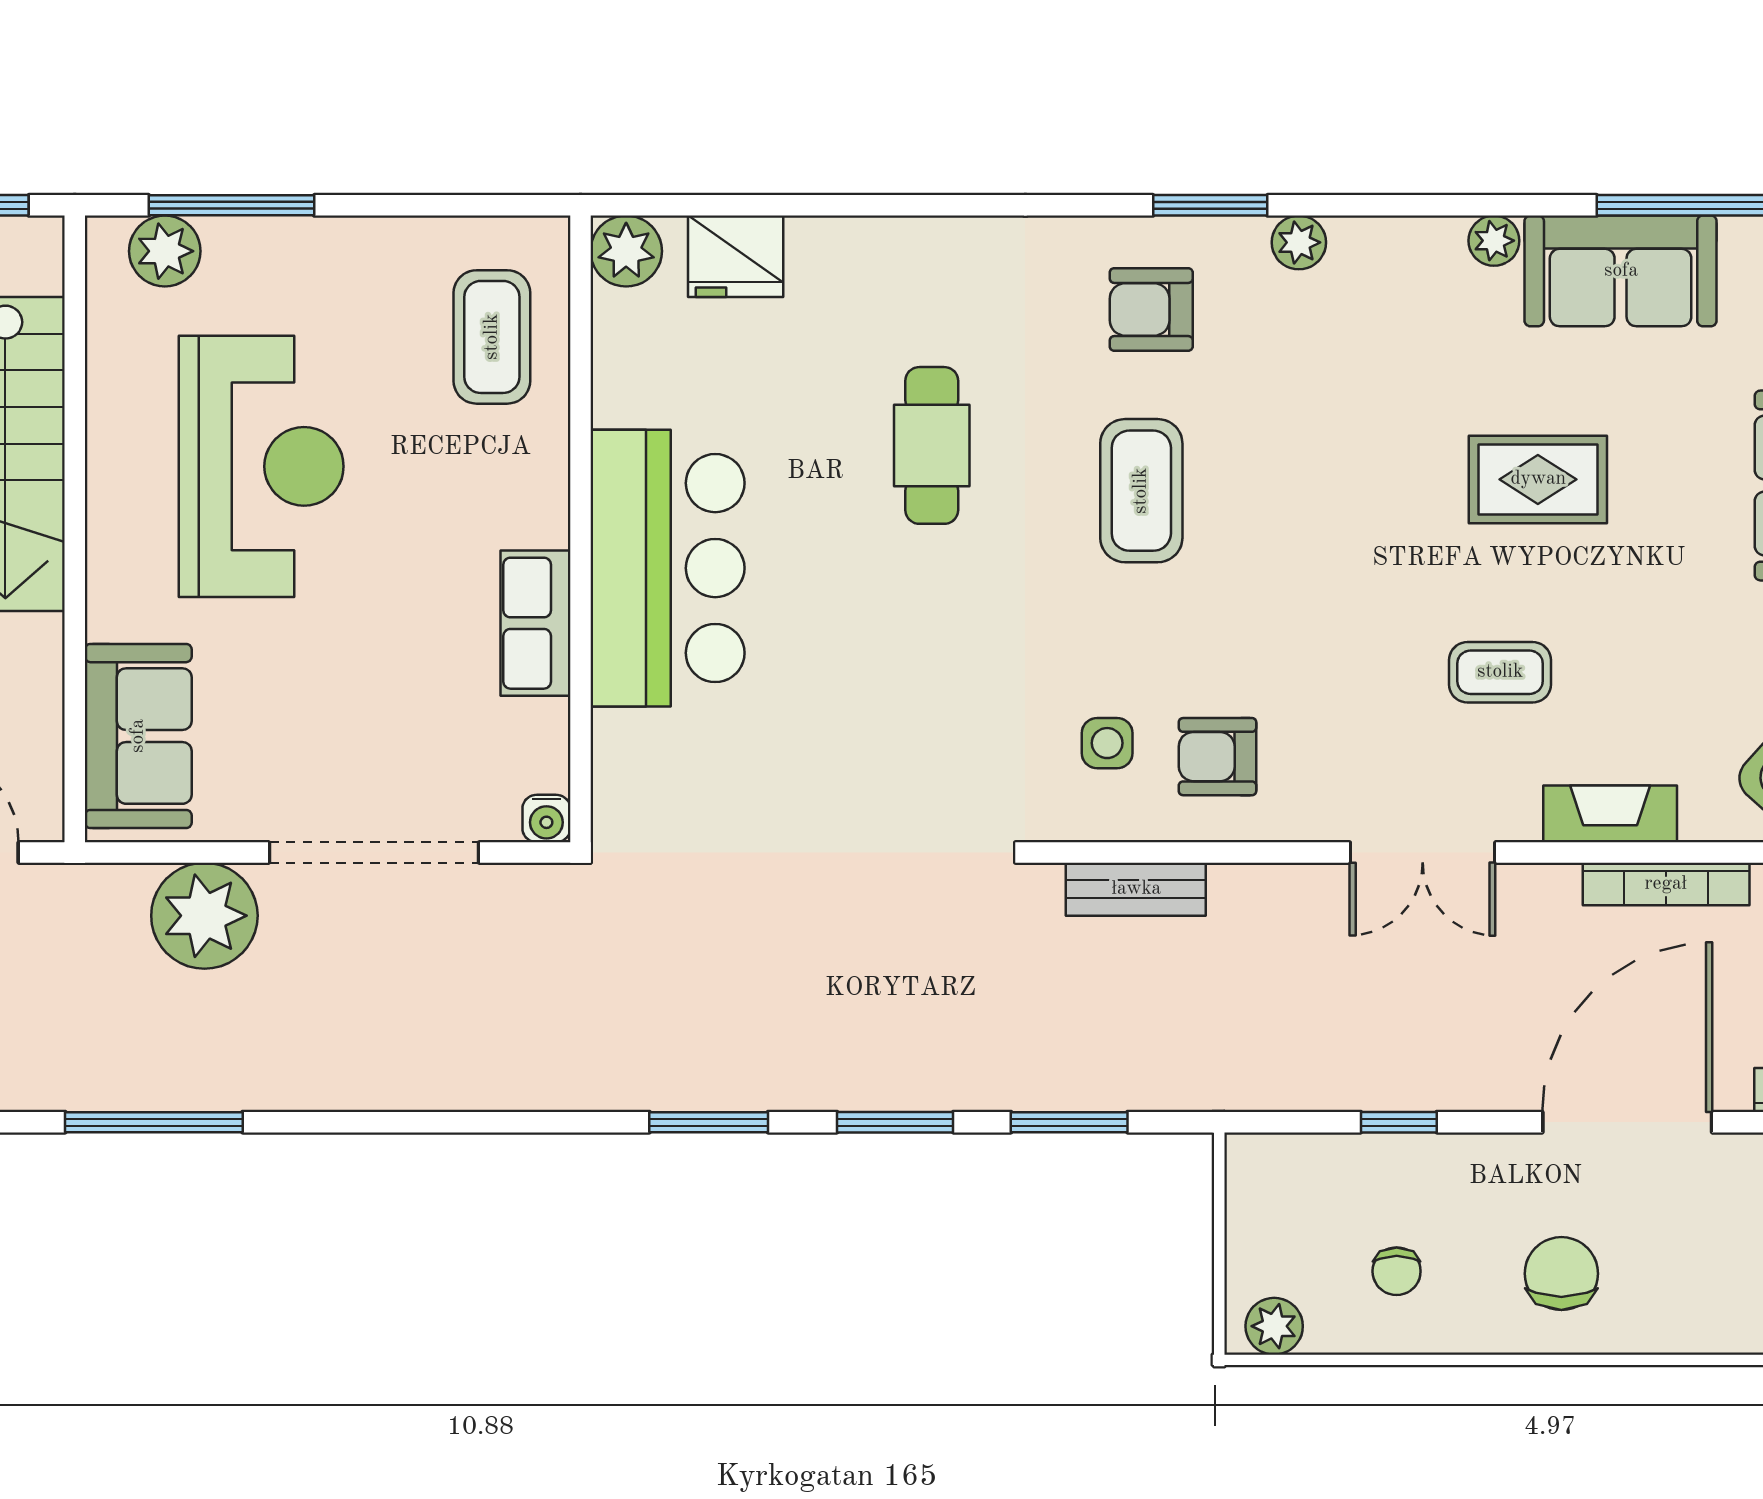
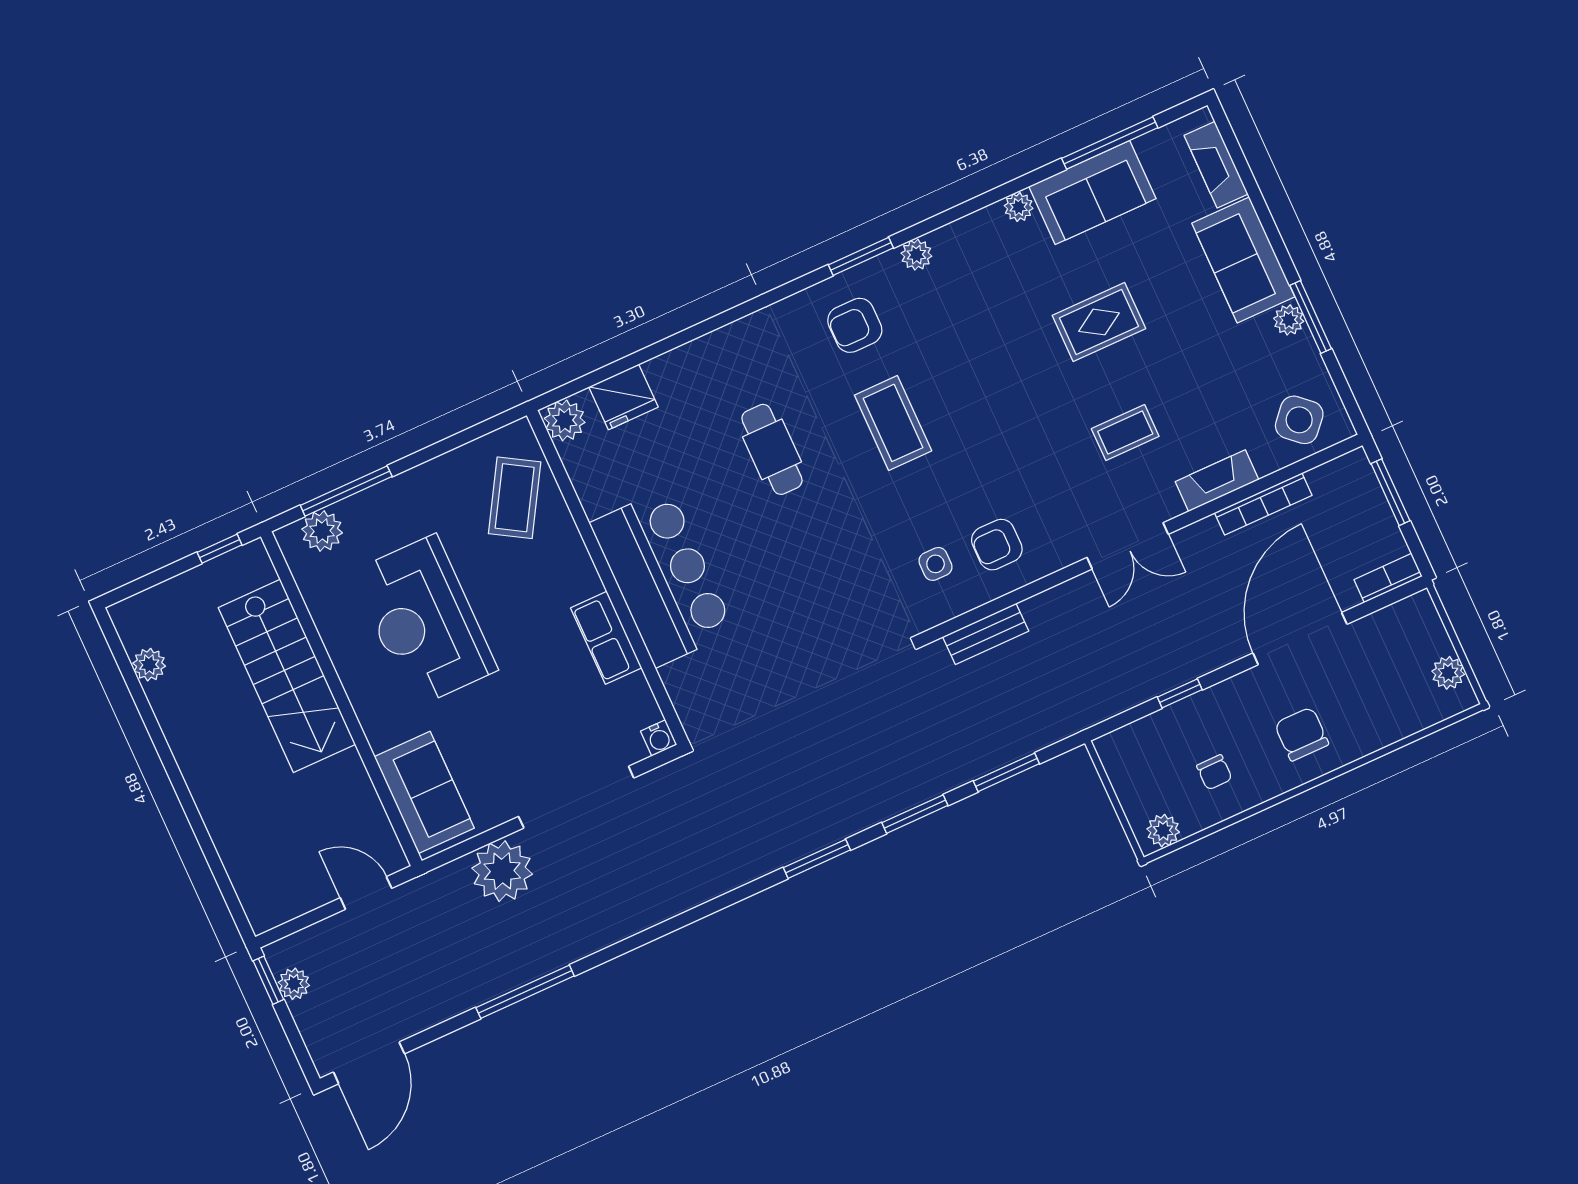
coffee table: (492, 337) -> (515, 498), turned 31
reception desk: (261, 466) -> (424, 621), turned 180

